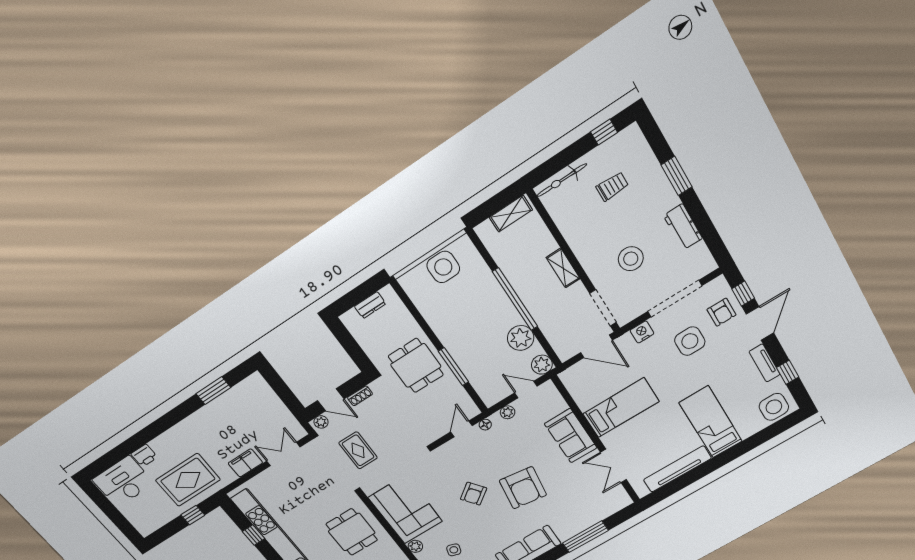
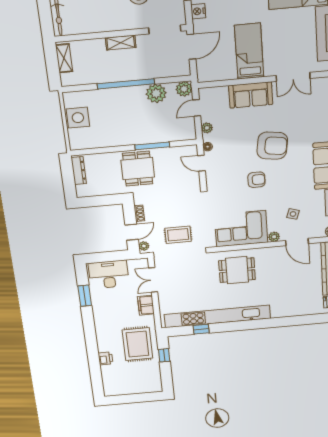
dresser: (370, 305) -> (79, 171), width x1.44
dining table: (416, 366) -> (138, 169), turned 90
desk: (123, 482) -> (109, 274), moved, turned 90
armchair: (474, 494) -> (256, 180), turned -53

